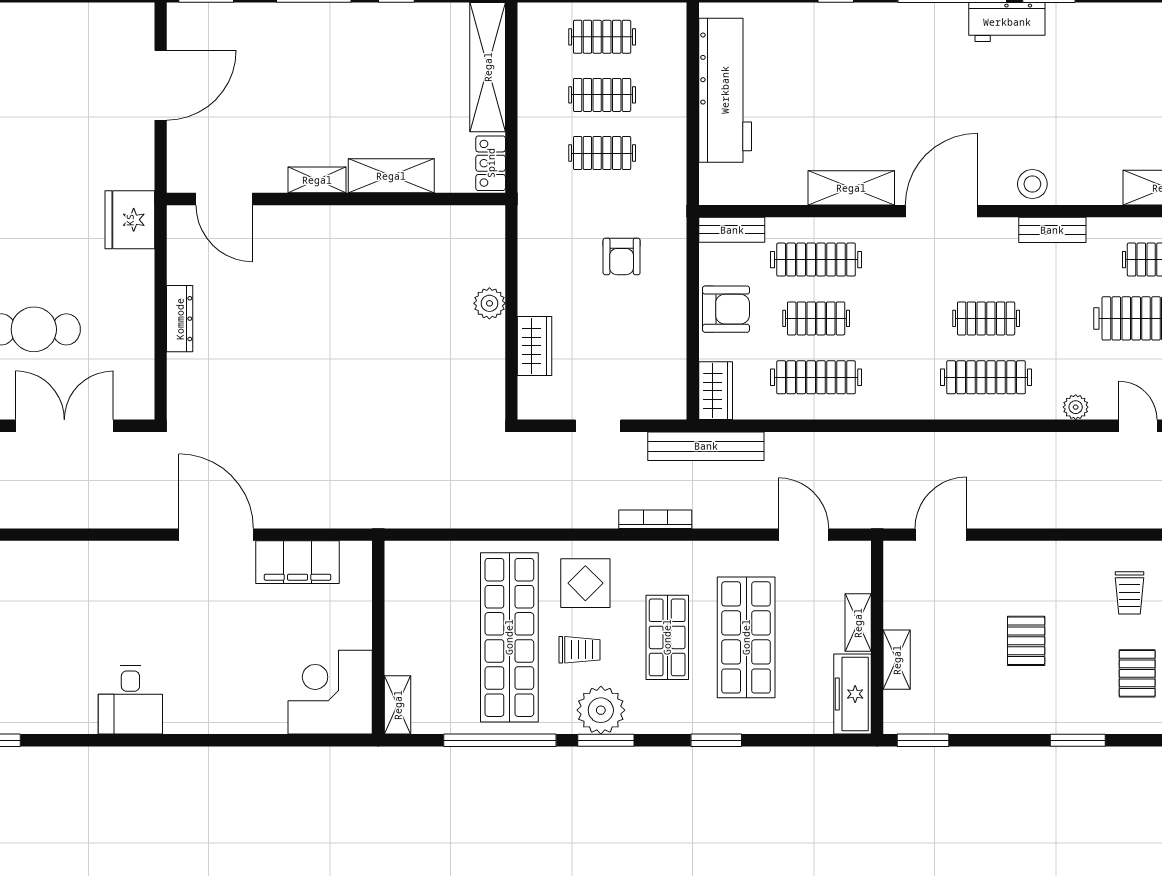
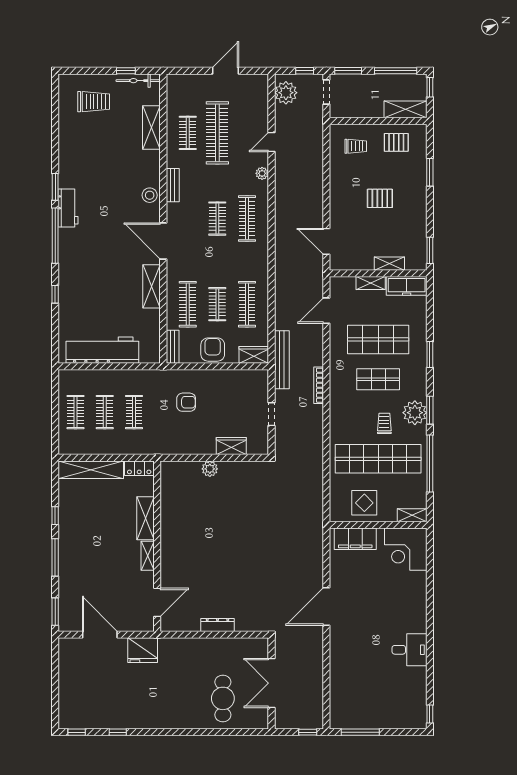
fridge: (130, 220) -> (143, 650), moved
filing cabinet: (298, 562) -> (355, 539), moved, turned 90
display table: (585, 583) -> (364, 503), moved

